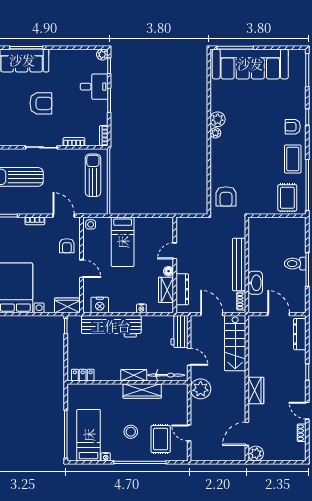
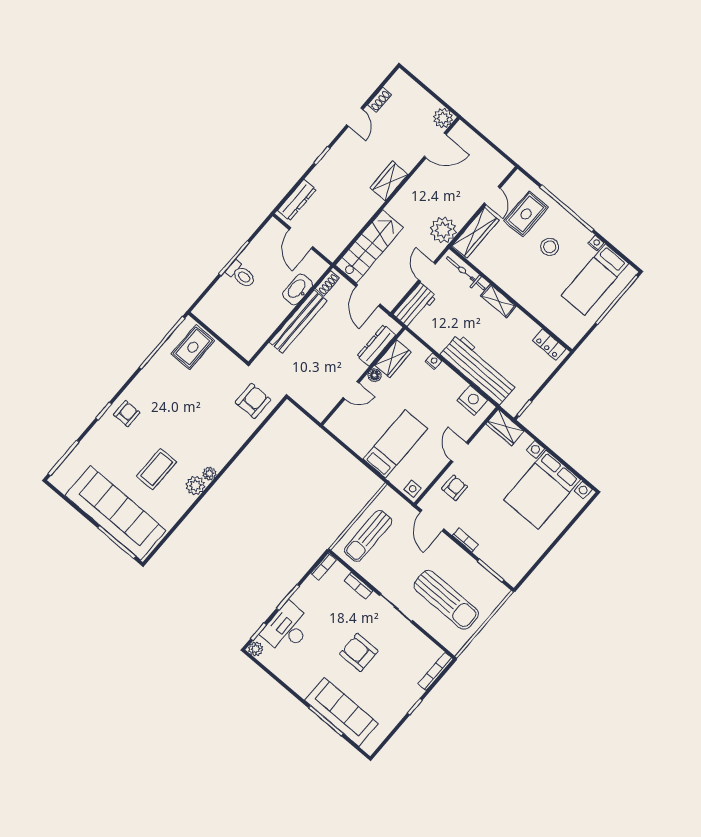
desk: (94, 87) -> (287, 628), width x1.37
armchair: (293, 127) -> (127, 414), turned -90
coffee table: (293, 159) -> (156, 469), moved
wardrobe: (142, 391) -> (475, 233), moved, turned 90

